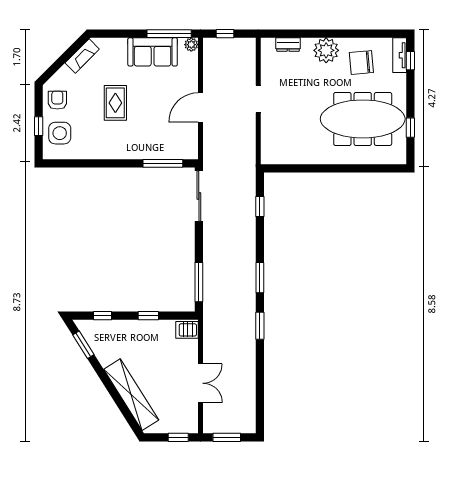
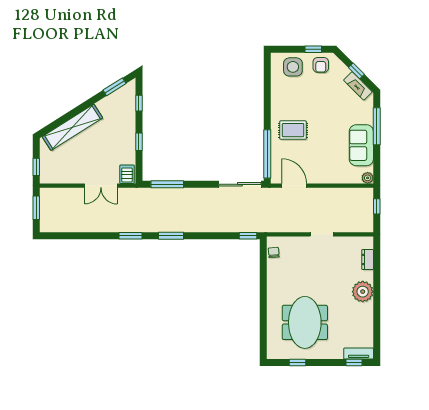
window: (169, 34) -> (377, 126), moved
window: (64, 58) -> (356, 71), added
chair: (361, 63) -> (274, 253), moved, width x0.54, depth x0.54
armchair: (57, 100) -> (321, 65), turned 90
rug: (115, 103) -> (293, 130), moved
door: (200, 108) -> (294, 186), moved
meeting table: (363, 119) -> (305, 322), width x0.73
window: (39, 126) -> (313, 49), moved
window: (163, 163) -> (267, 154), width x1.46
window: (260, 206) -> (248, 236), moved
double door: (200, 383) -> (101, 186), moved

